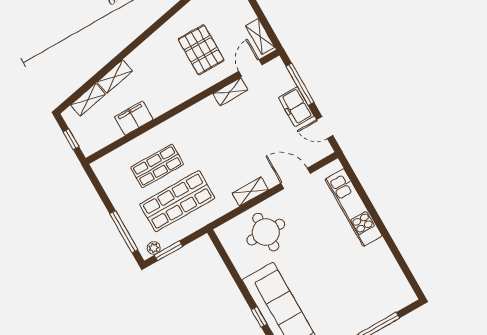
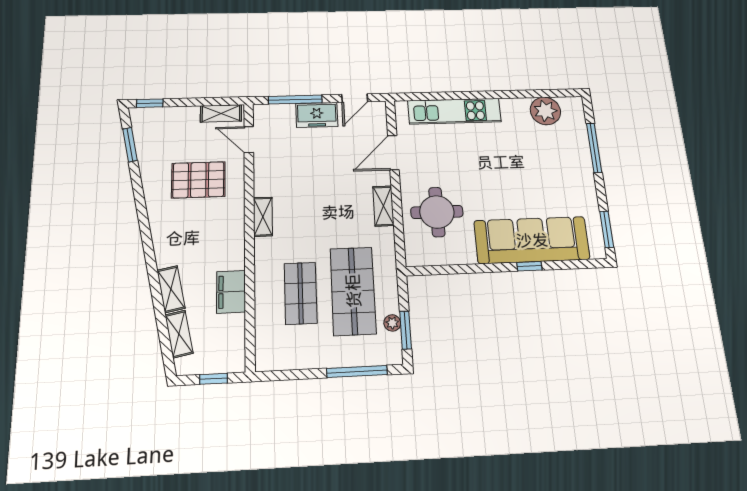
shelving: (230, 92) -> (263, 217), moved
plant: (154, 248) -> (392, 323), moved
plant: (391, 276) -> (545, 111), added

